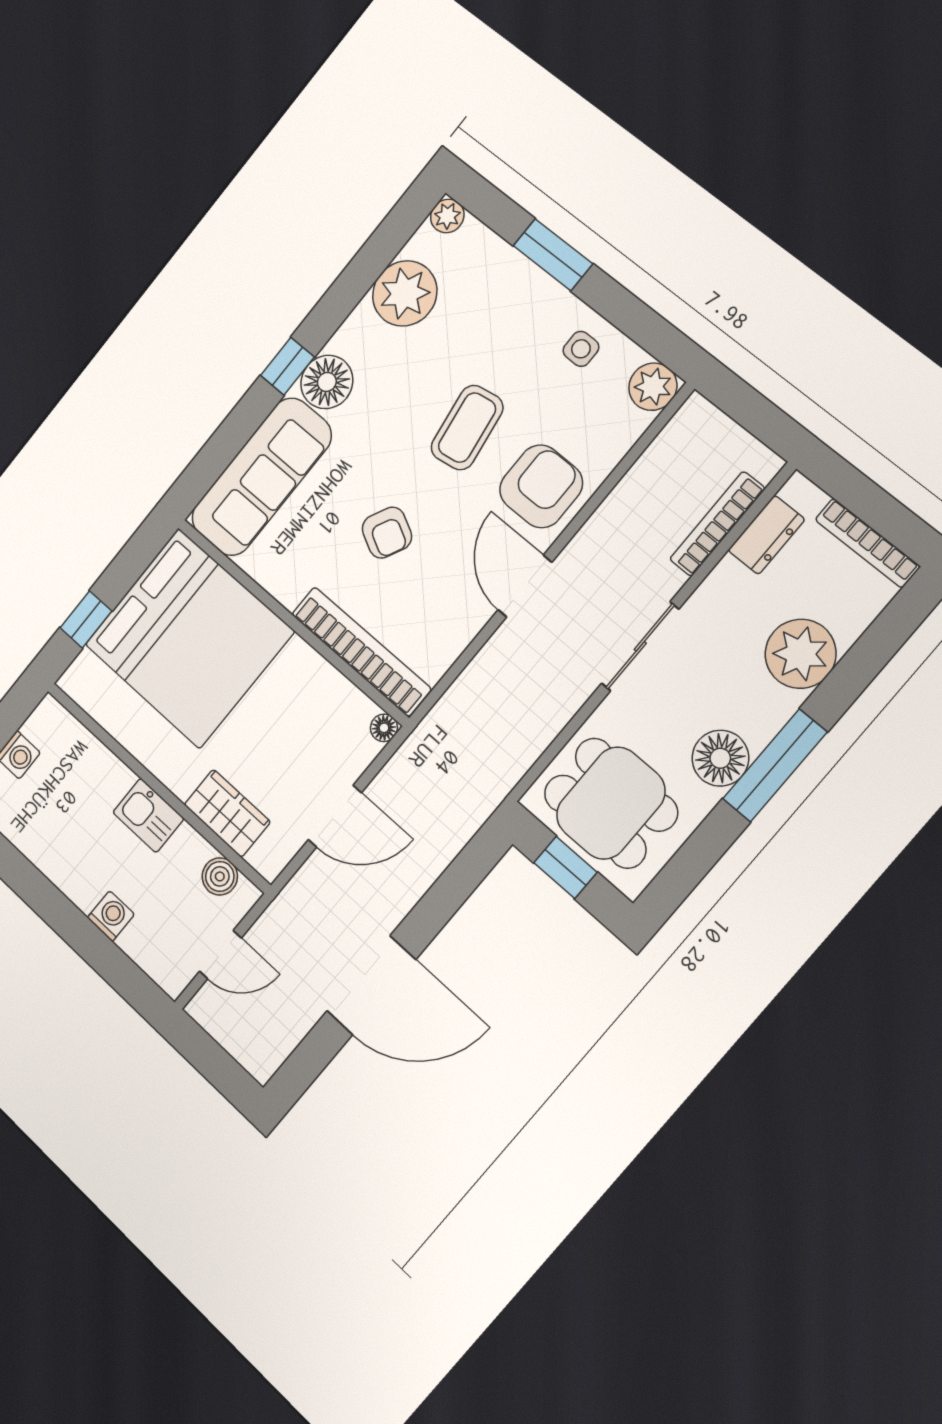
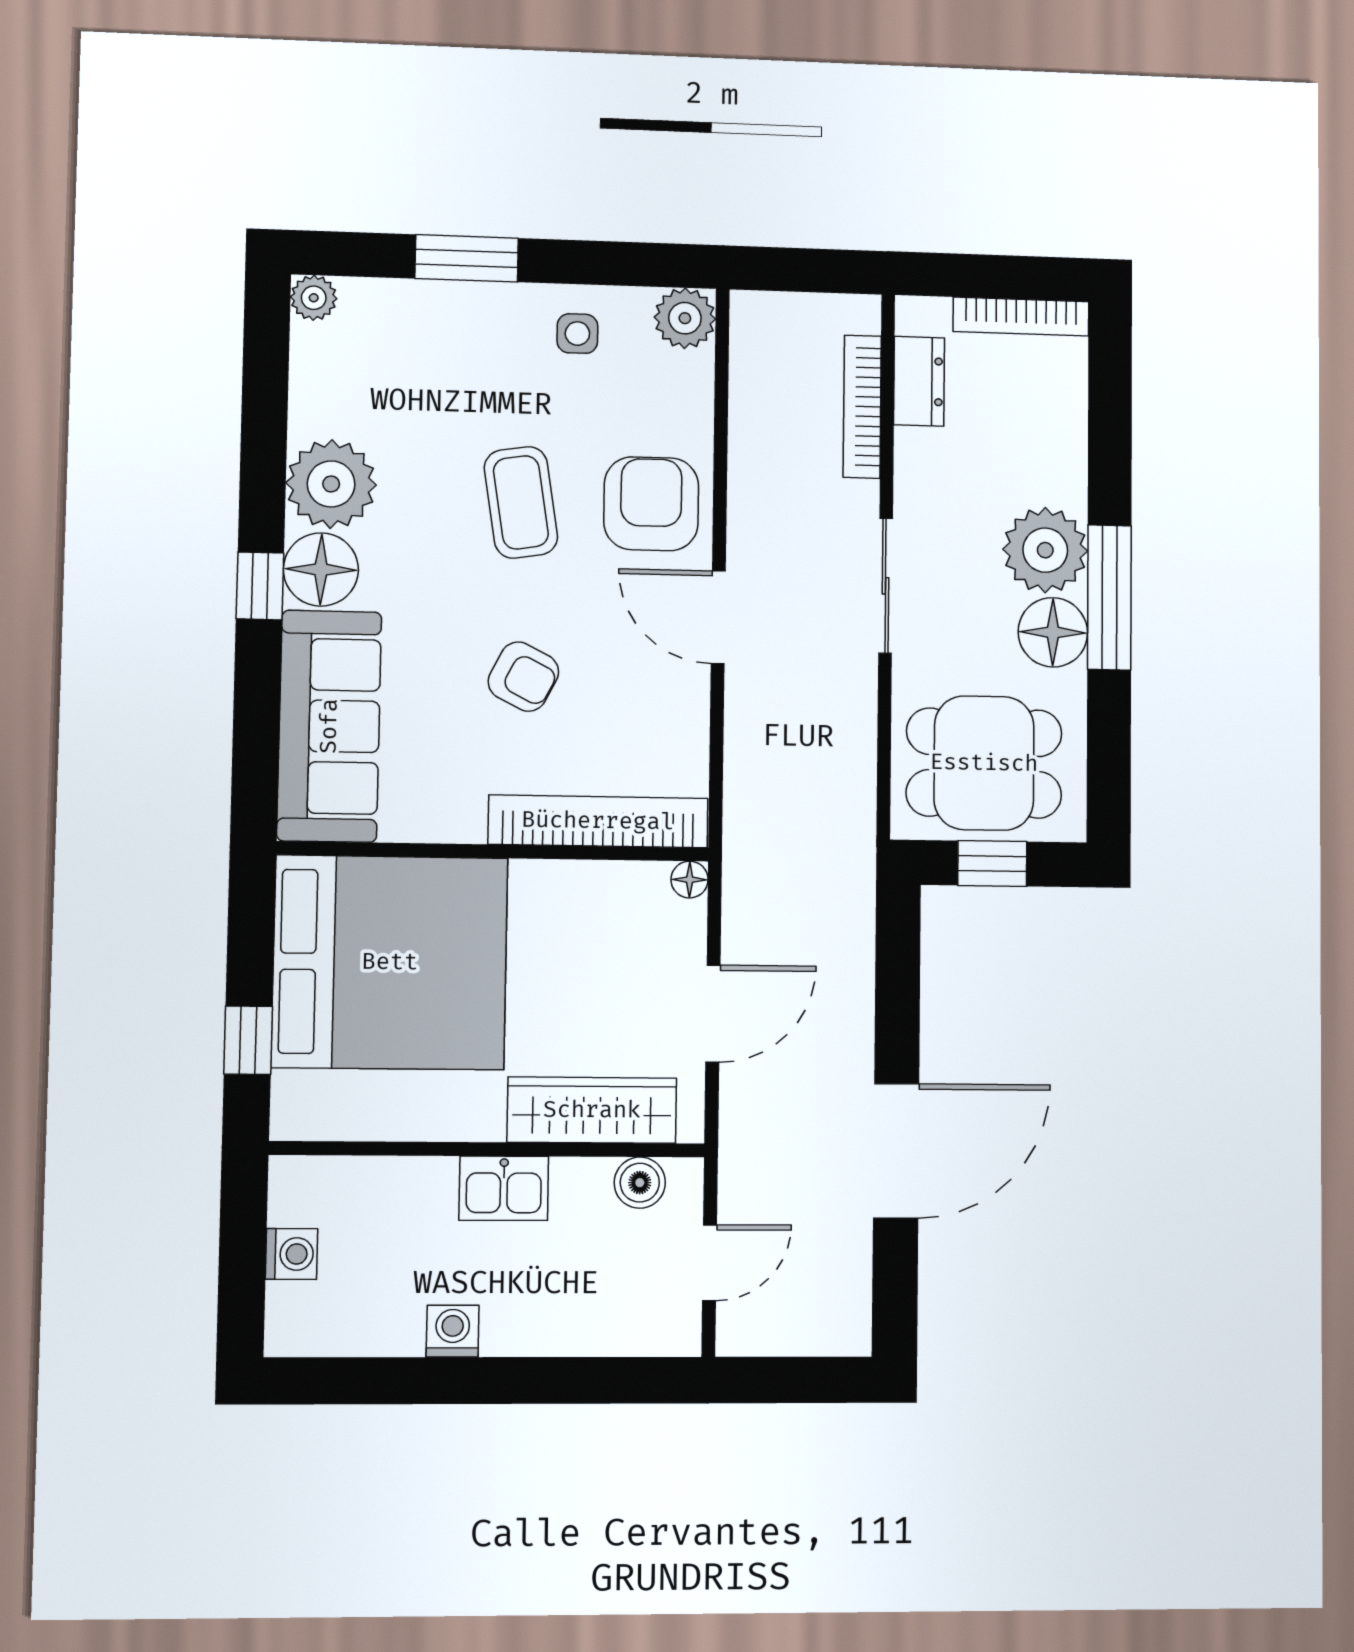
plant: (405, 293) -> (331, 484), moved
plant: (801, 654) -> (1045, 550), moved
wardrobe: (227, 813) -> (592, 1110), width x1.50
washing machine: (111, 916) -> (453, 1331), moved

